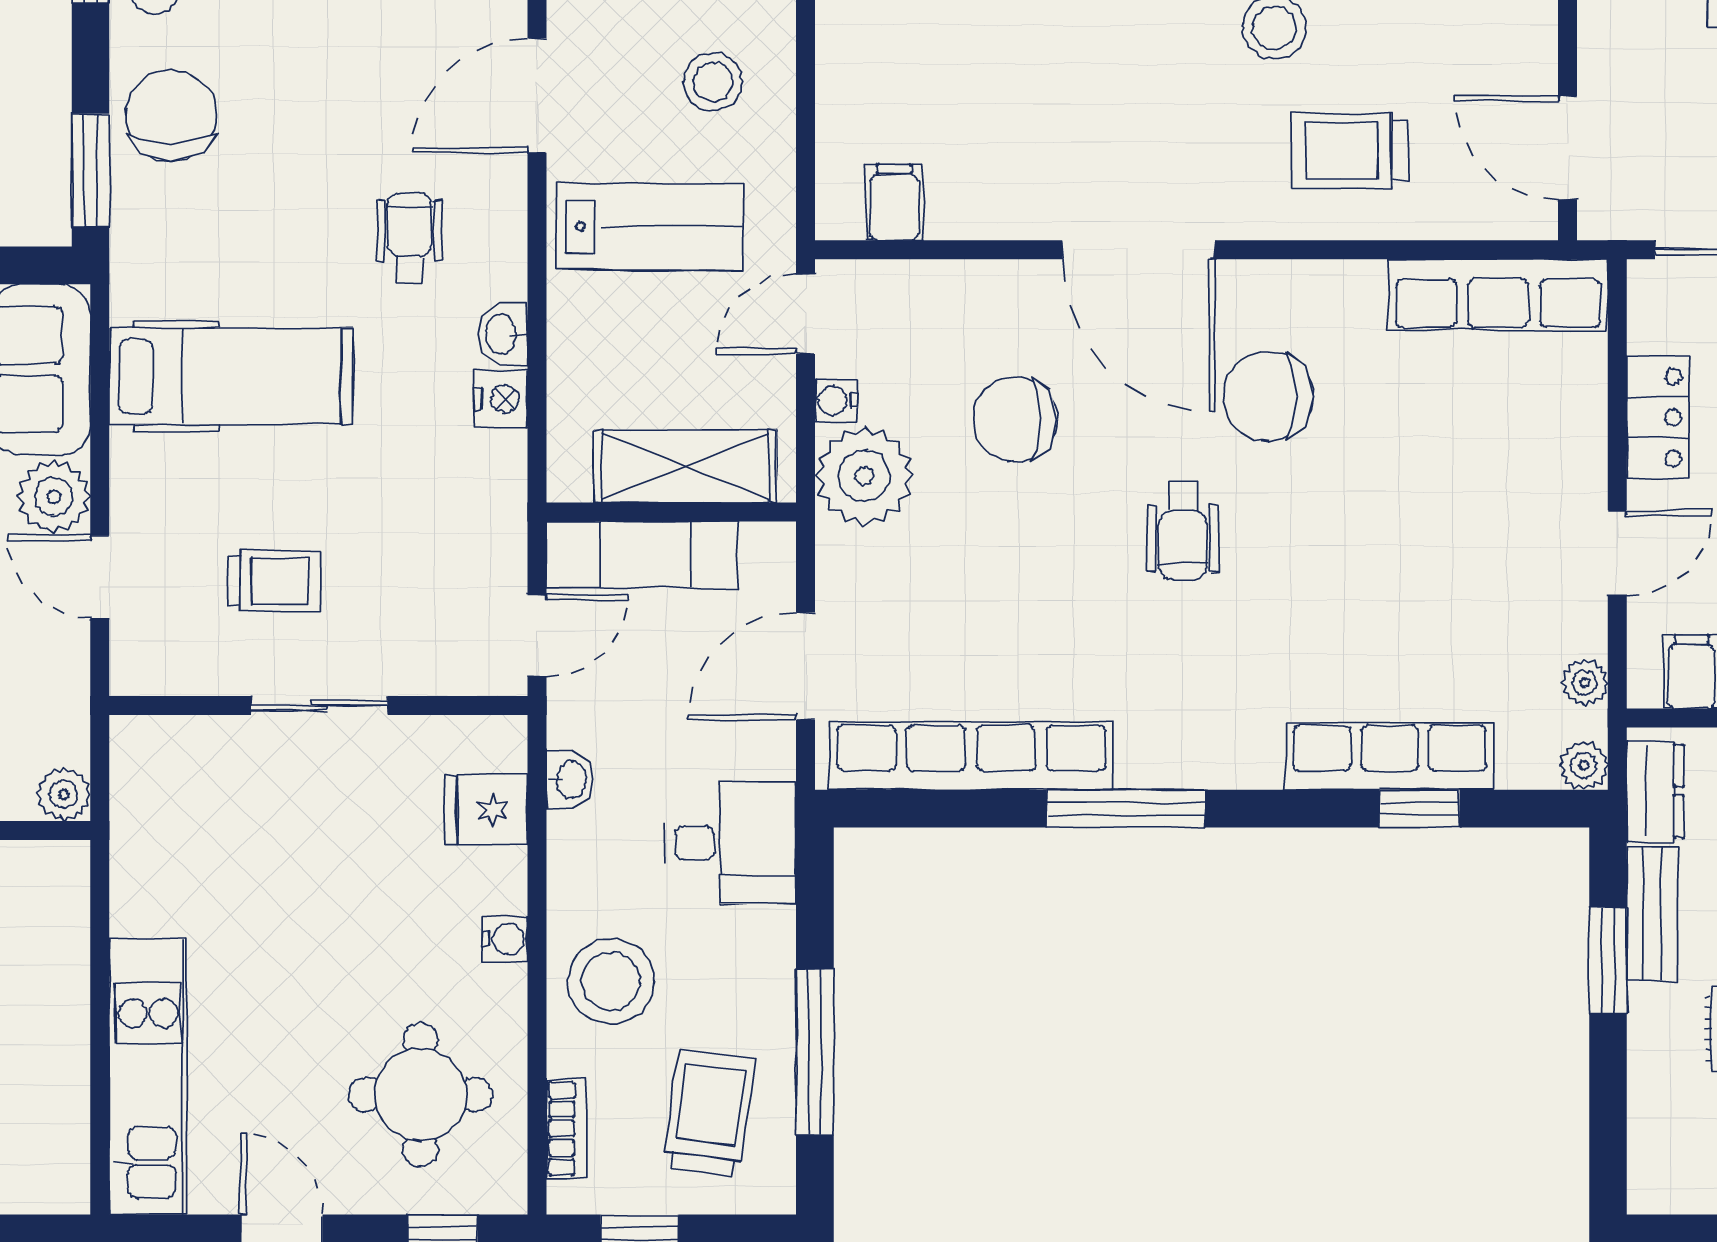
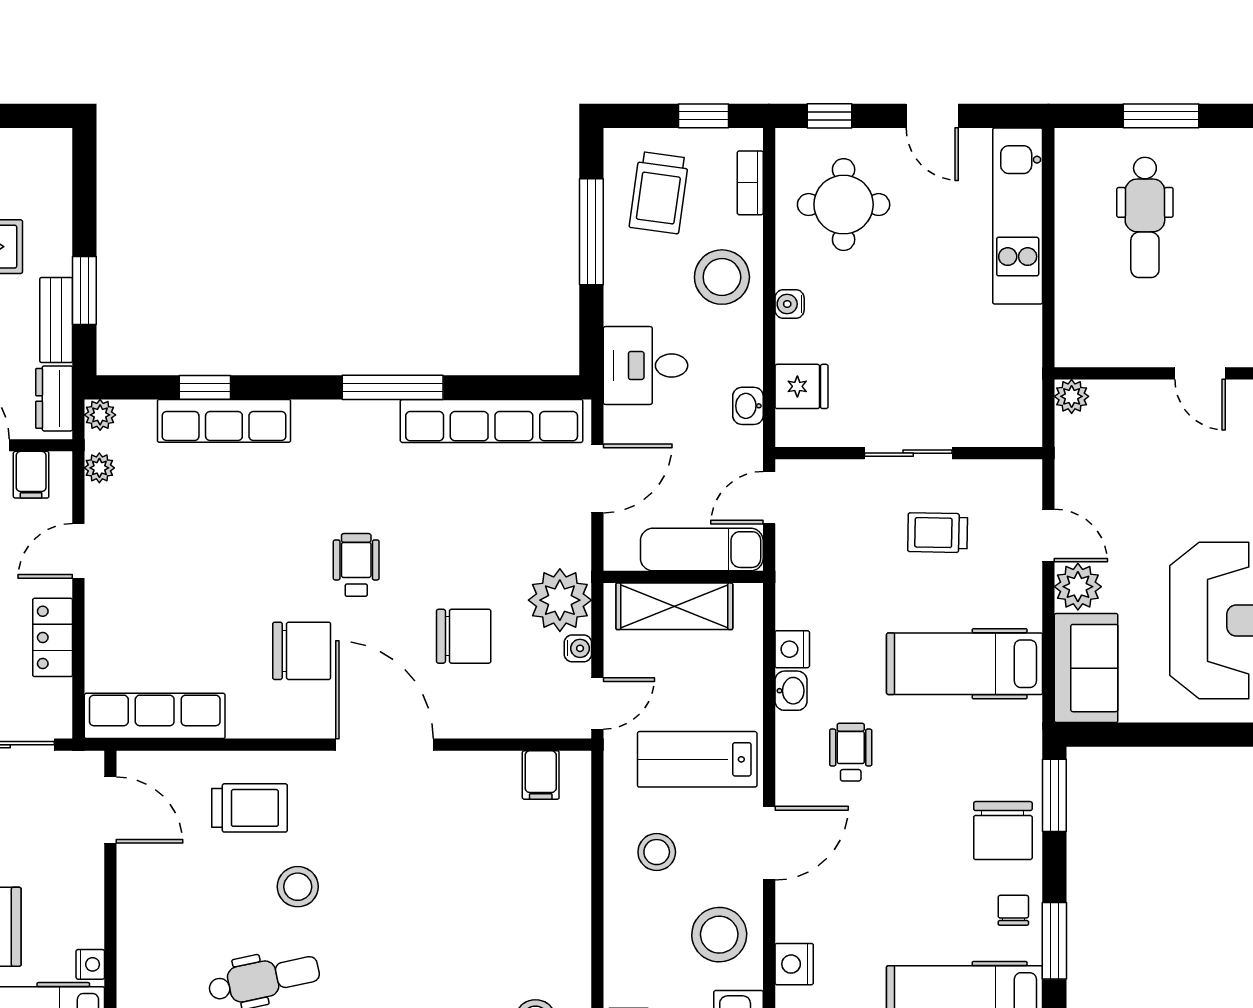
wheelchair: (409, 238) -> (851, 752), turned 180

